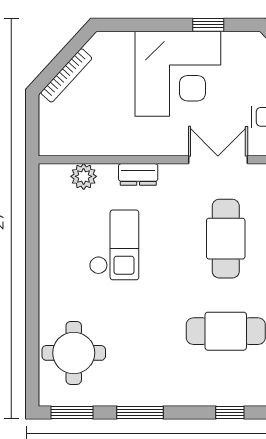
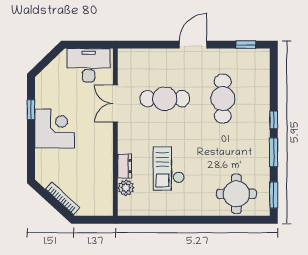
corner desk: (178, 74) -> (54, 129), width x0.74, depth x0.74
dresser: (138, 174) -> (125, 166), moved
checkout: (114, 245) -> (169, 169), turned -90
window: (230, 412) -> (274, 120), moved

